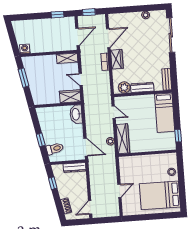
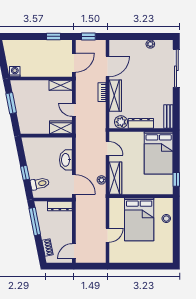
wardrobe: (117, 59) -> (115, 96), width x1.50
bed: (165, 113) -> (159, 153), width x1.50
washbasin: (76, 114) -> (66, 160), moved
window: (53, 183) -> (35, 221), width x2.17
bed: (160, 195) -> (139, 219), moved, turned -90

